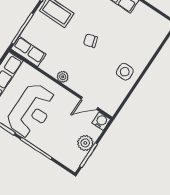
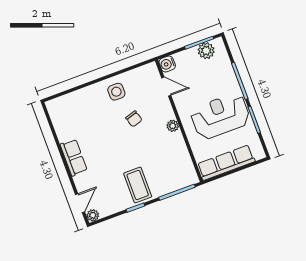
chair: (91, 41) -> (134, 119), moved
row of seats: (28, 52) -> (186, 169), removed
plant: (85, 143) -> (206, 51), moved

